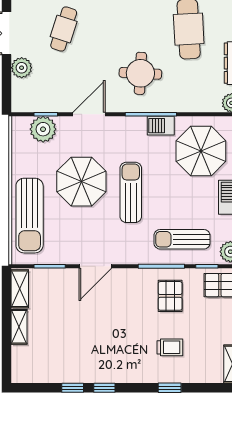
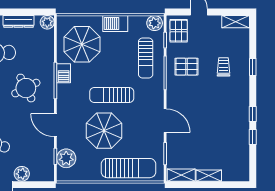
round table: (140, 73) -> (26, 88), turned -30

